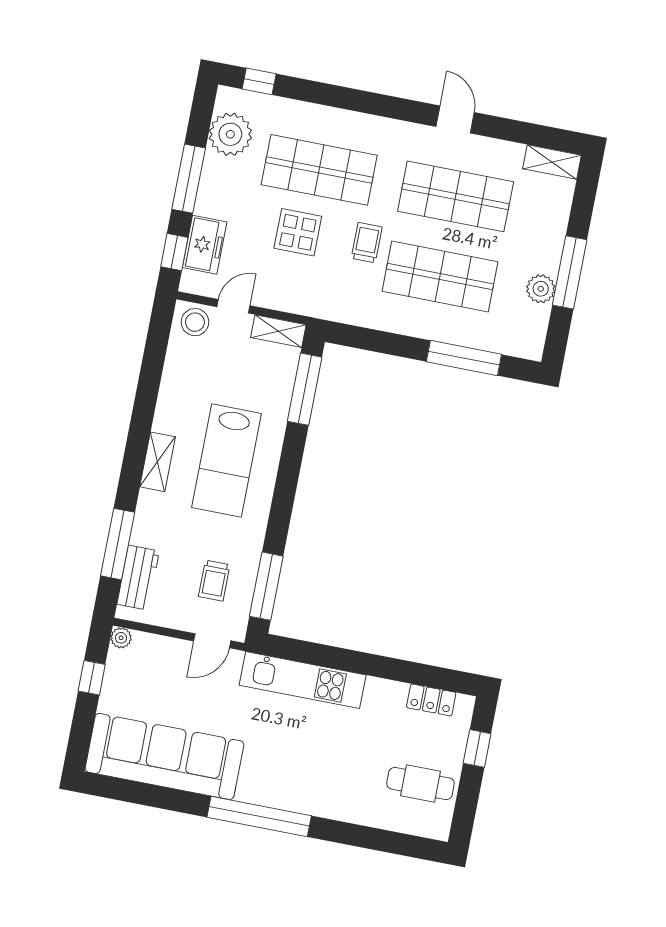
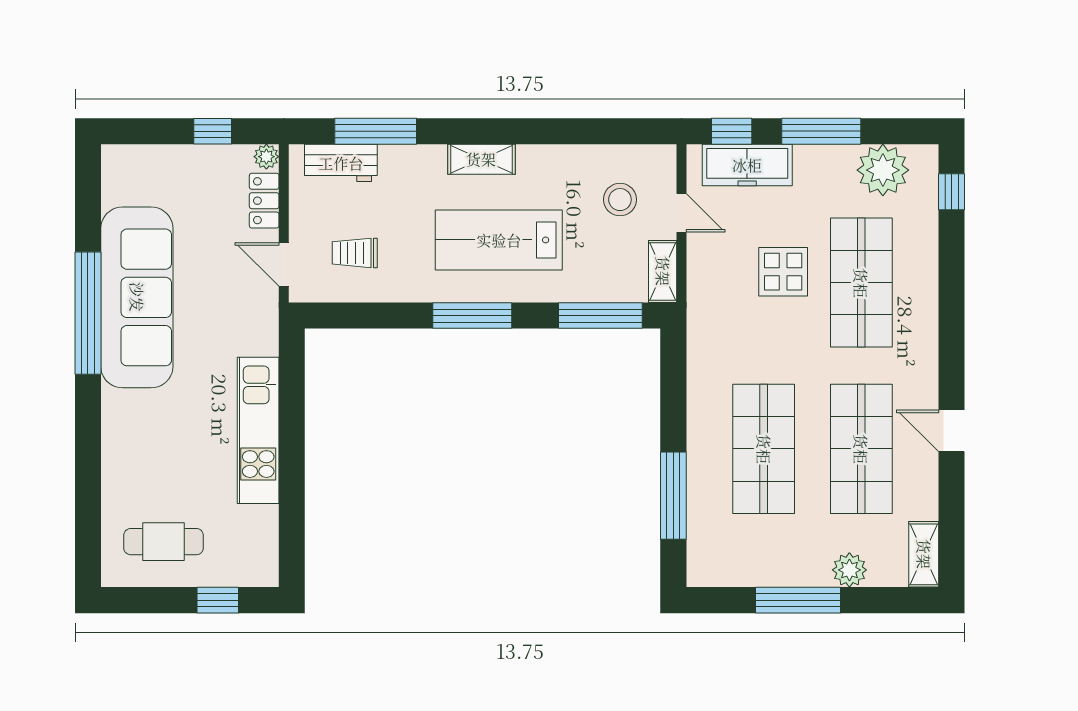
door: (455, 120) -> (952, 431), swing flipped
trolley: (367, 243) -> (787, 355), removed
freezer: (205, 245) -> (747, 165), width x1.40
plant: (541, 289) -> (849, 570), moved
stool: (195, 322) -> (620, 200), moved
window: (266, 586) -> (472, 316), moved
kitchen unit: (303, 680) -> (258, 430), moved
locker: (431, 700) -> (264, 201), moved
sofa: (164, 756) -> (137, 297), moved
cafe table: (420, 784) -> (164, 542), turned 90
window: (259, 816) -> (88, 313), moved

